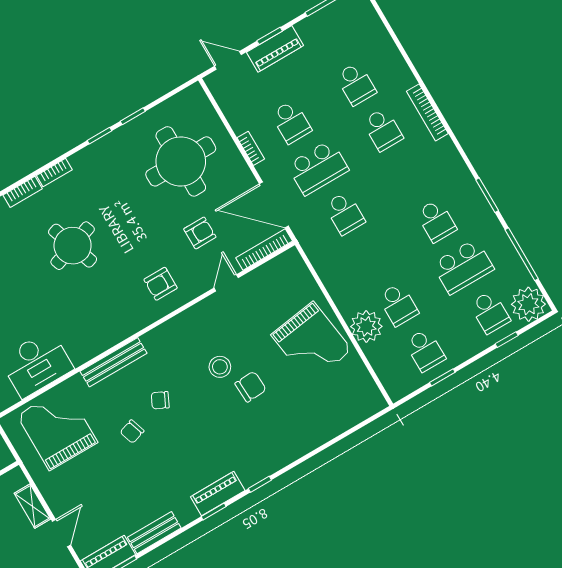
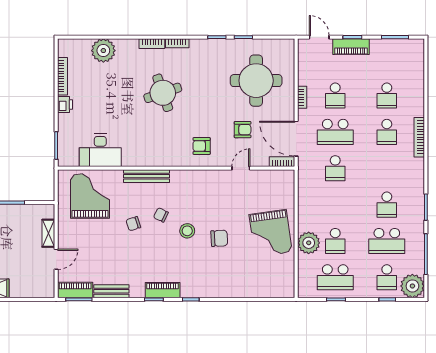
bookcase: (264, 249) -> (282, 162), width x0.64
school desk: (425, 350) -> (335, 277), width x1.85
stool: (220, 367) -> (187, 231), moved

